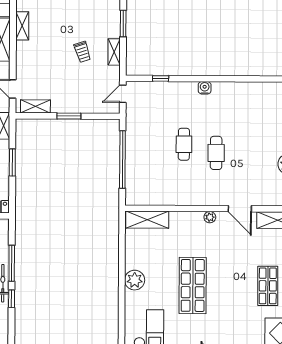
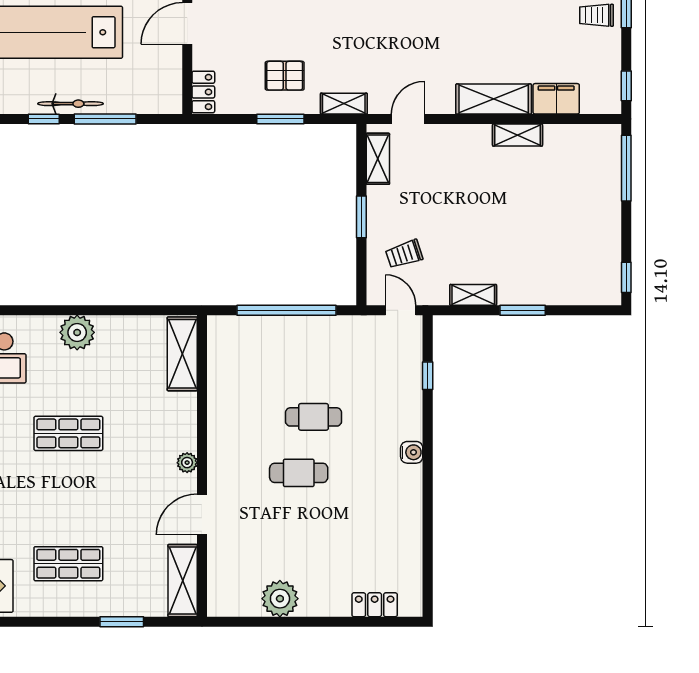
trolley: (82, 52) -> (404, 254), moved
shop shelf: (193, 285) -> (68, 433), width x0.70, depth x0.74

